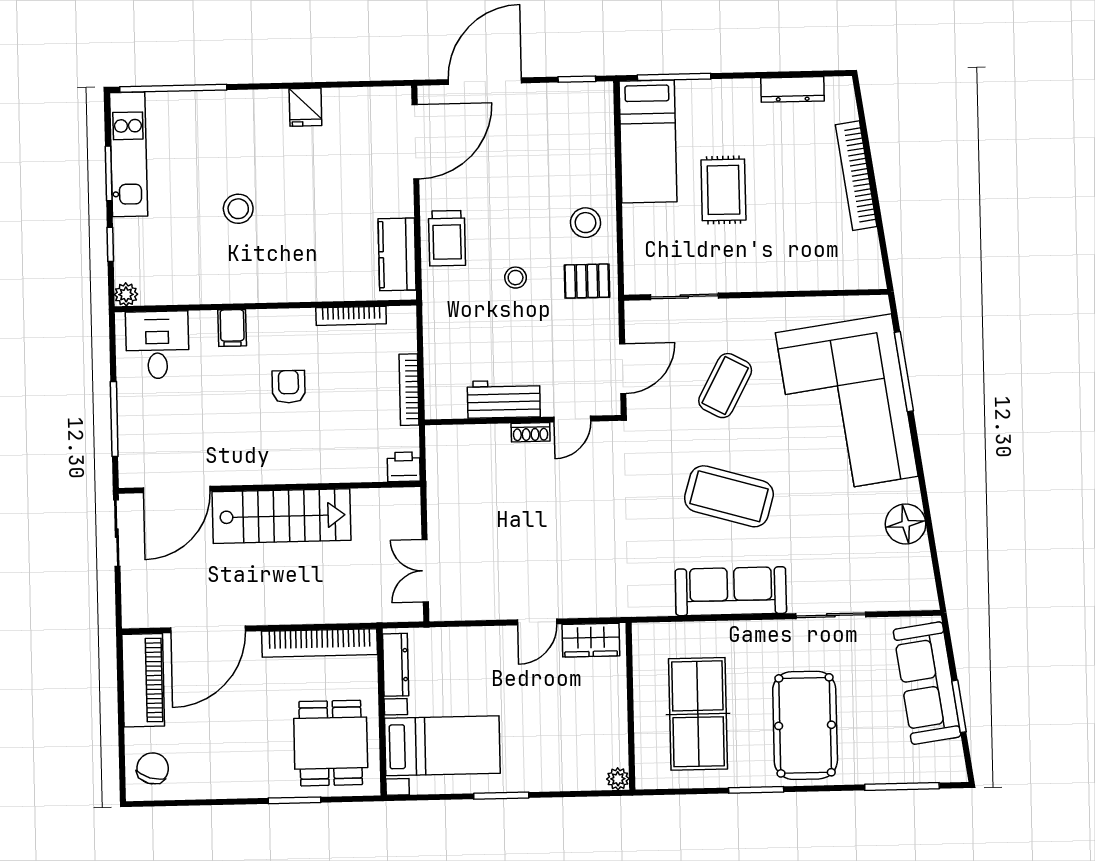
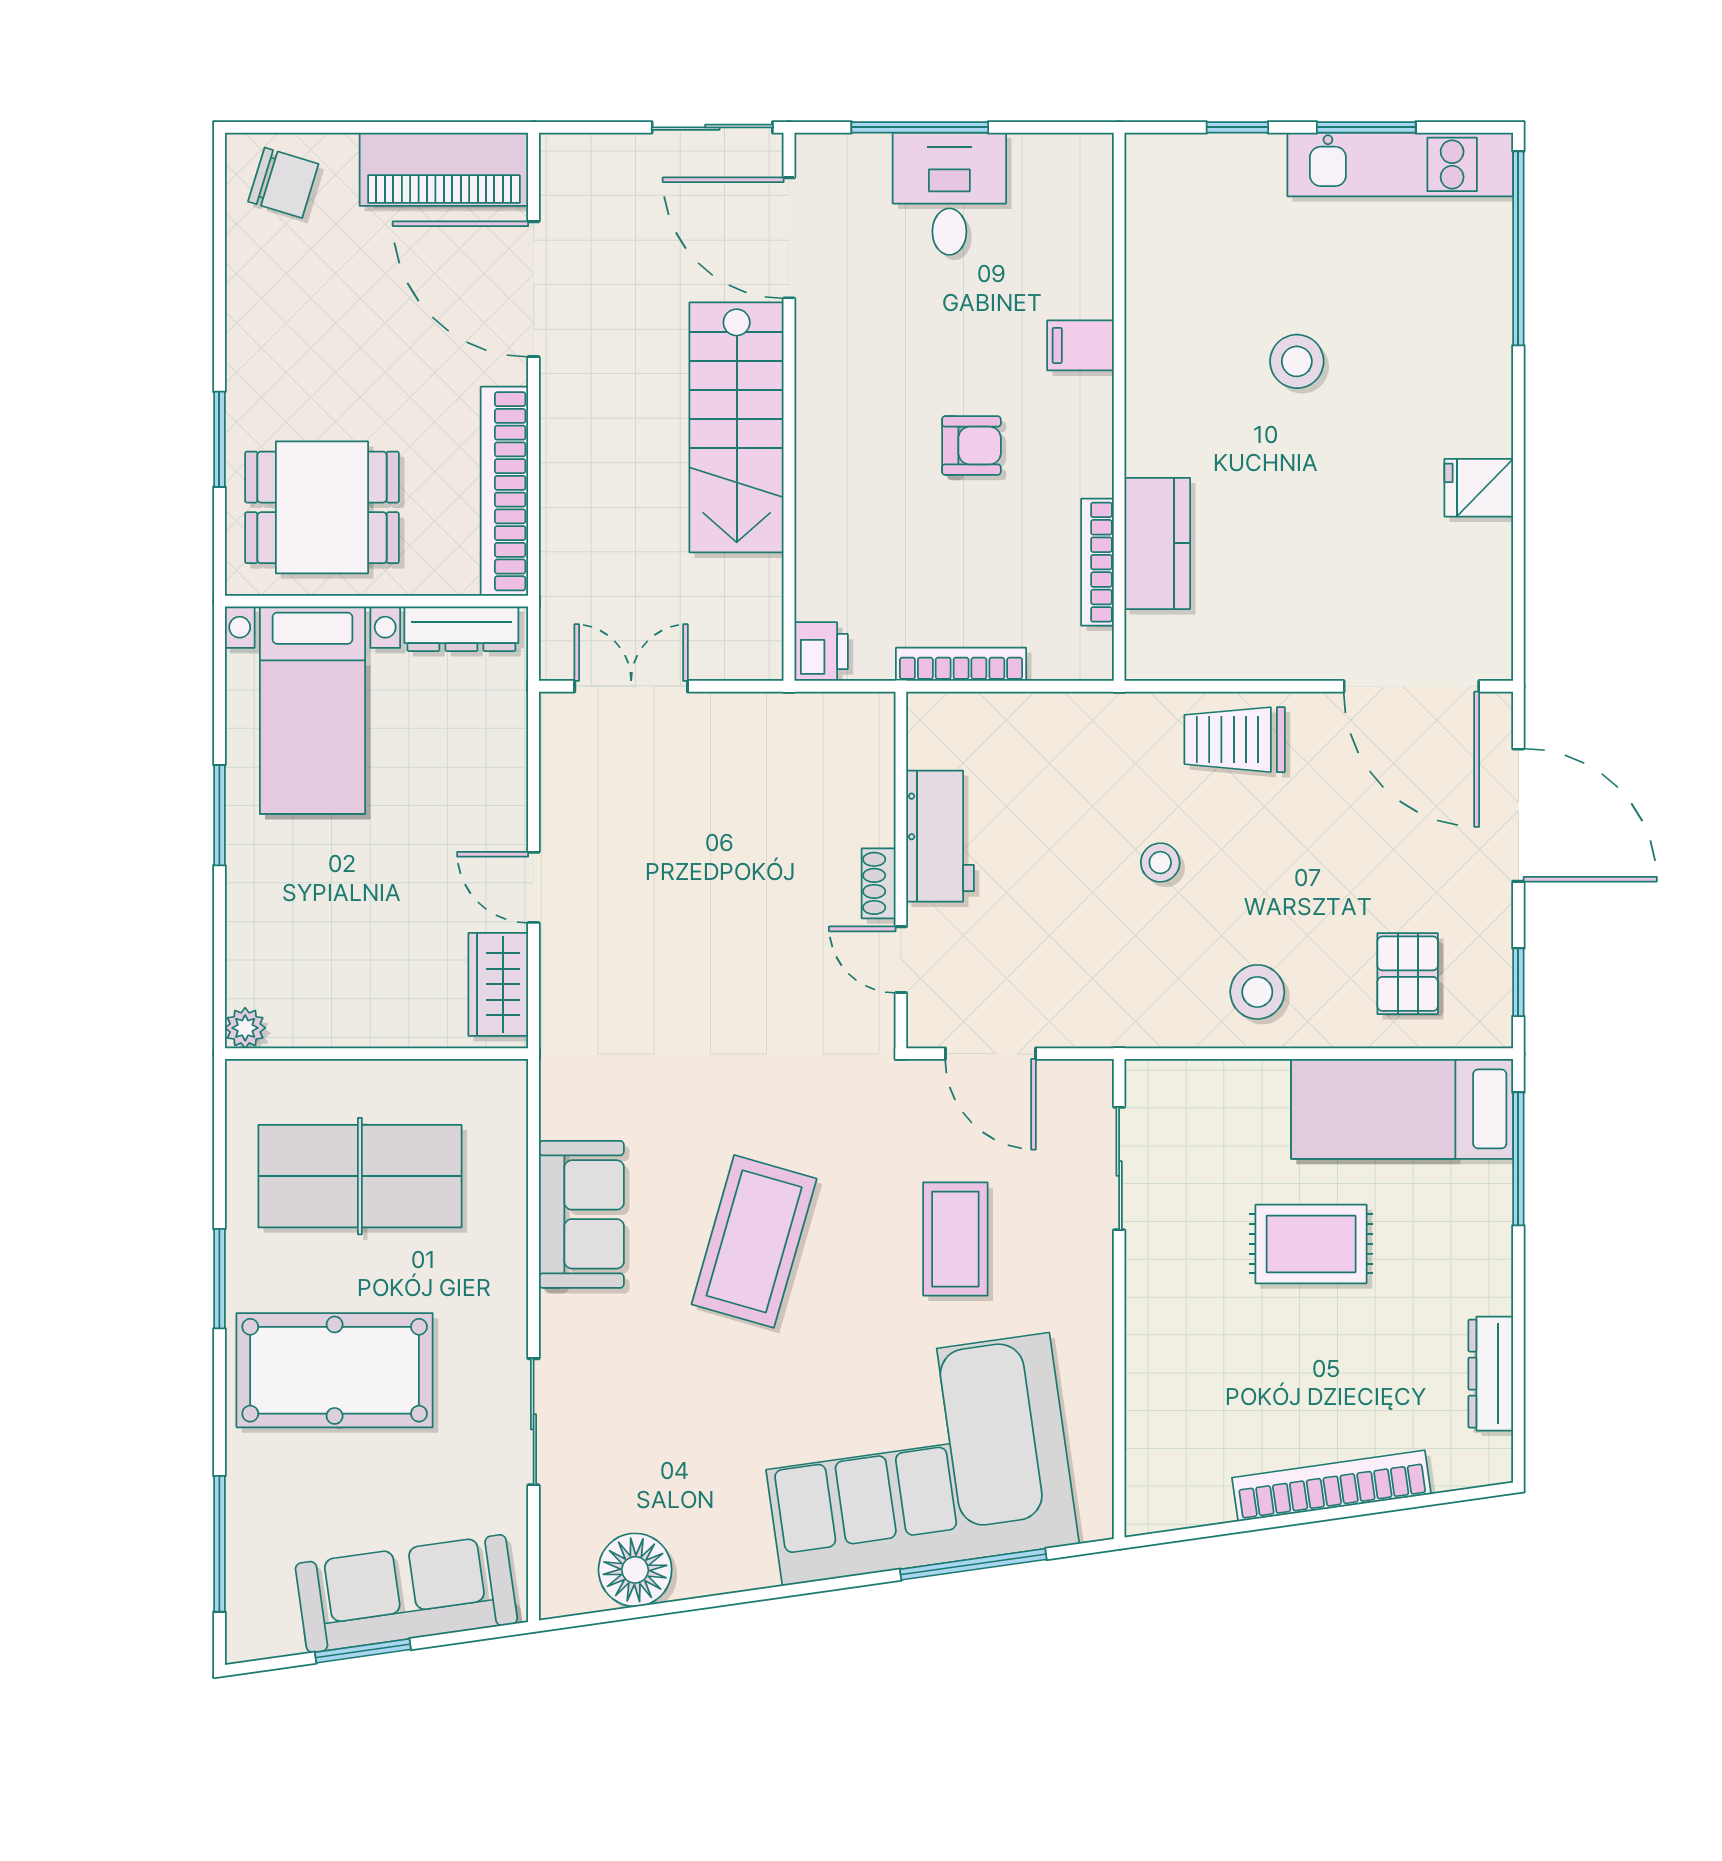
kitchen counter: (397, 254) -> (1157, 543), moved, turned 90
pallet: (587, 281) -> (1408, 974), moved
plant: (126, 294) -> (1146, 154), removed
desk: (157, 345) -> (949, 194), moved, turned -90
coffee table: (725, 386) -> (955, 1239), turned 62
floor lamp: (906, 524) -> (635, 1570), moved
sofa: (731, 591) -> (581, 1214), width x0.73

